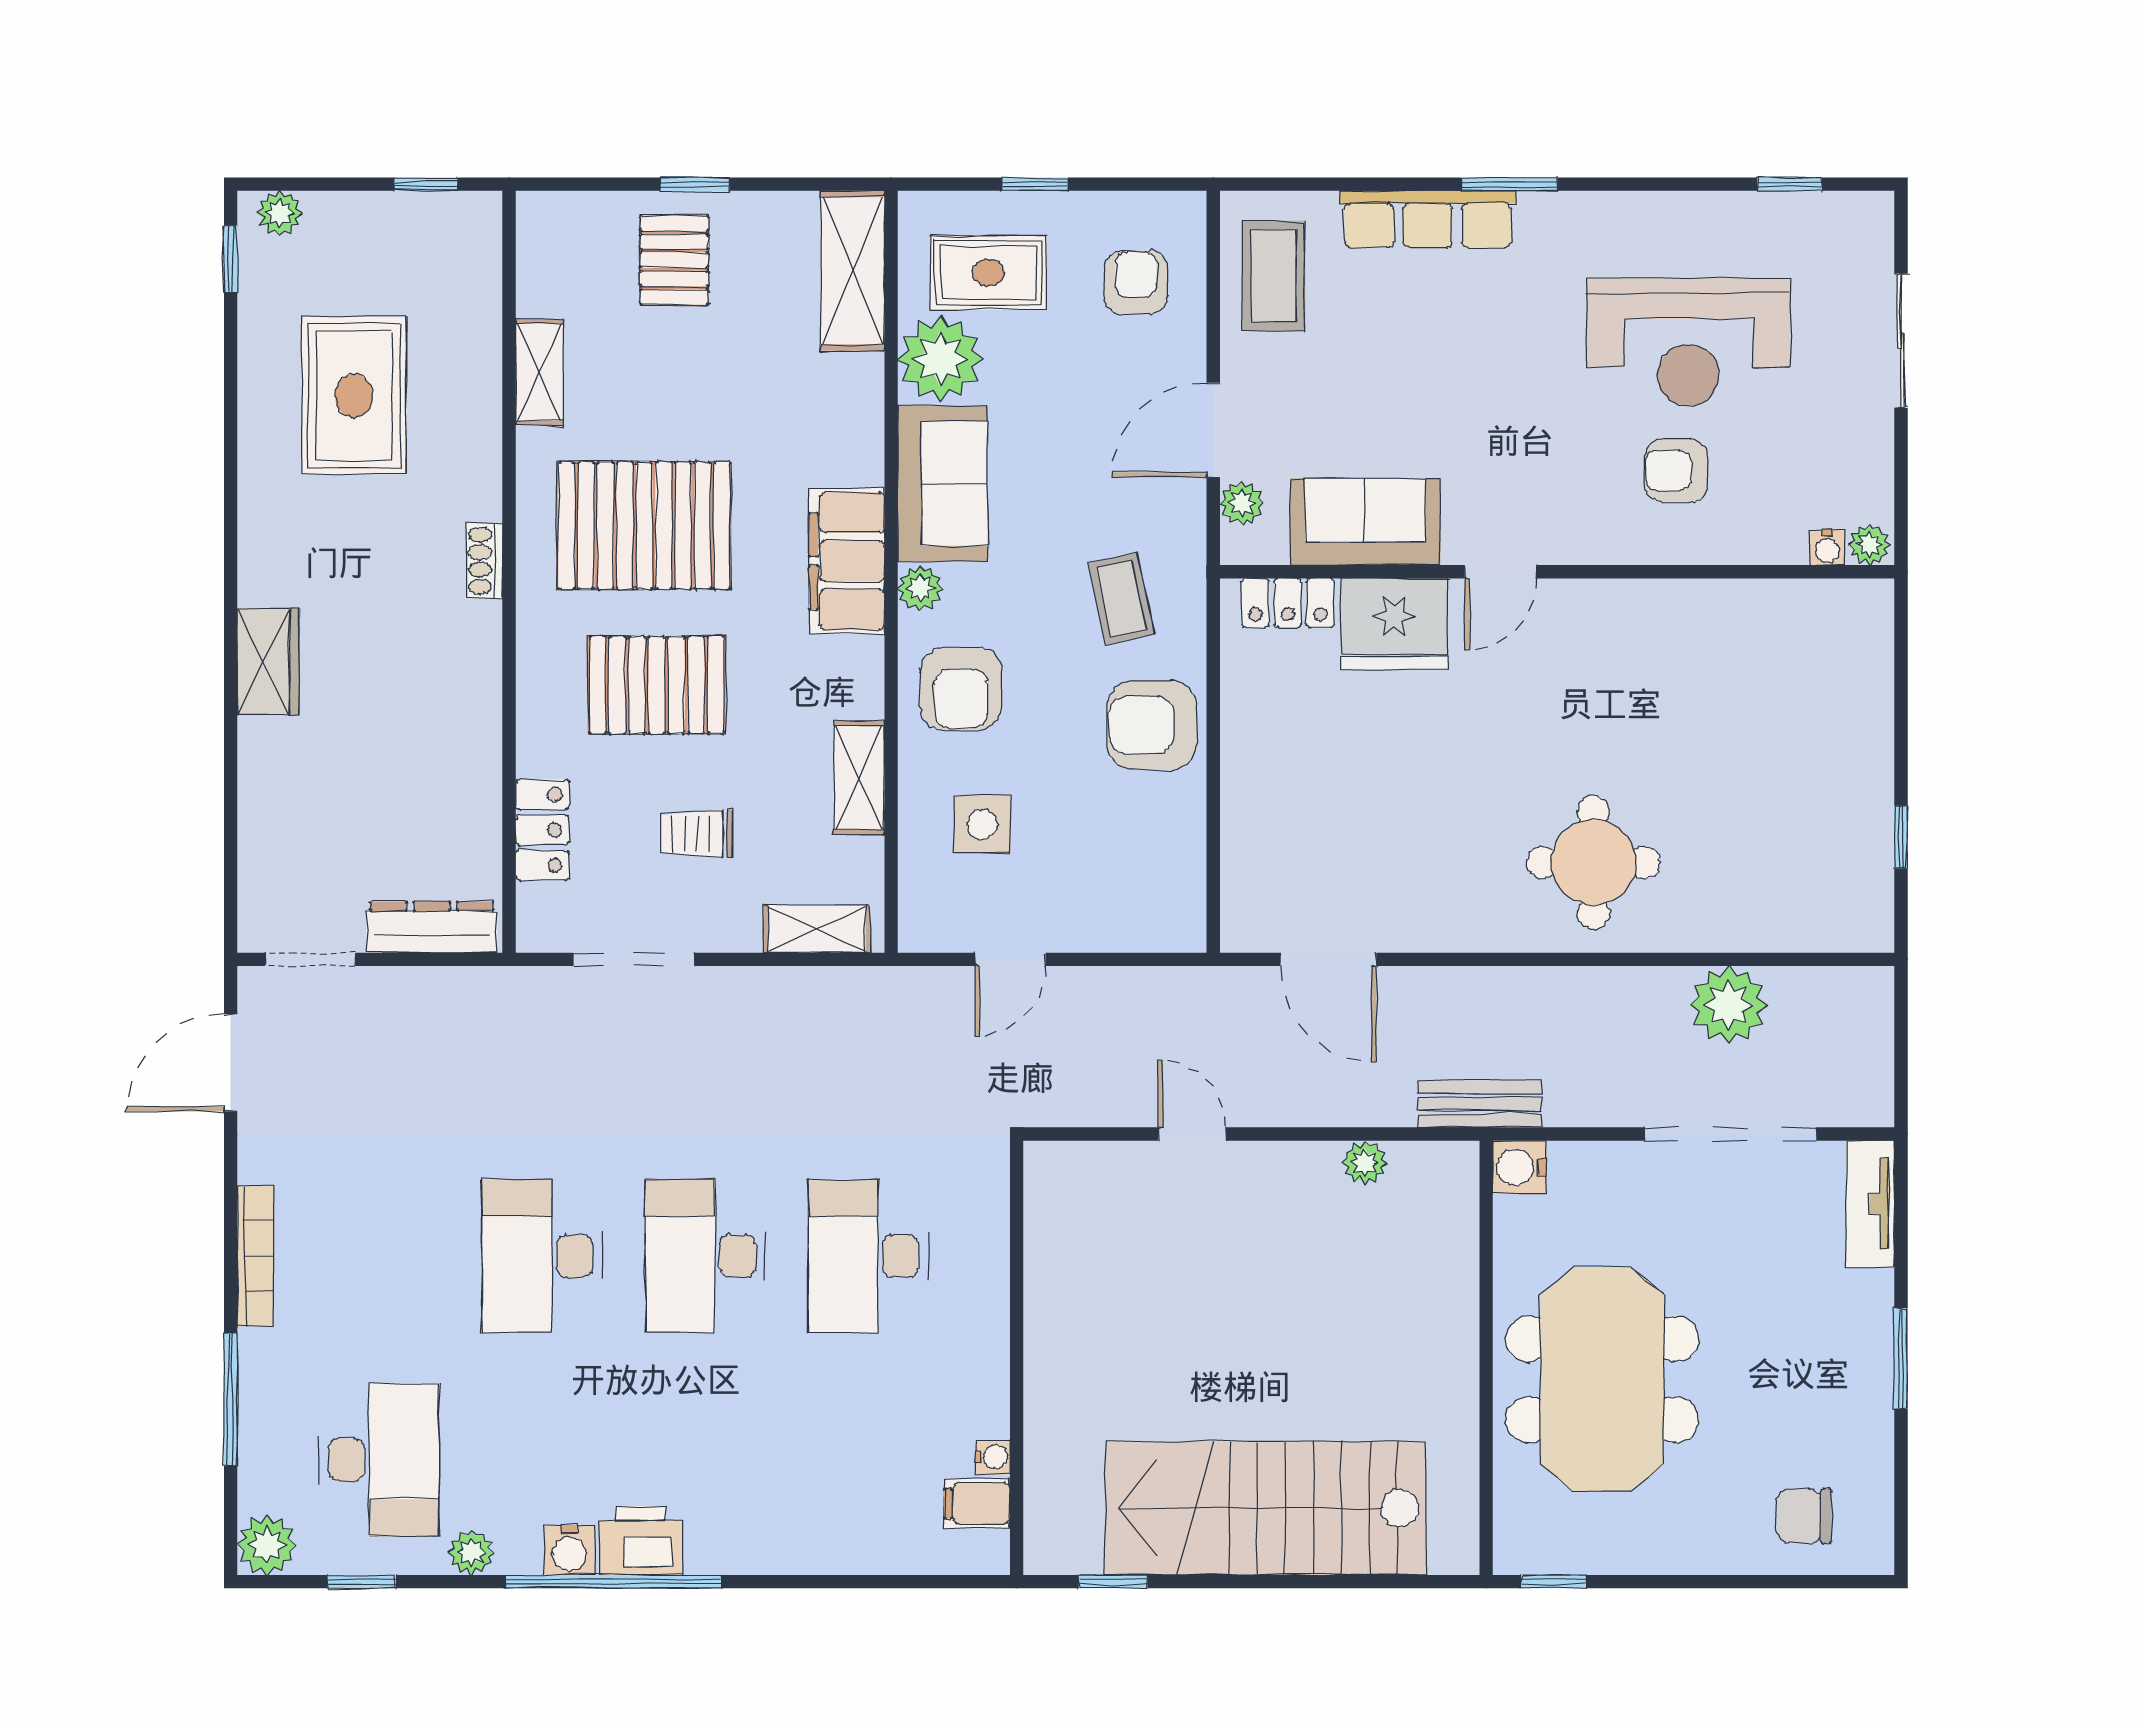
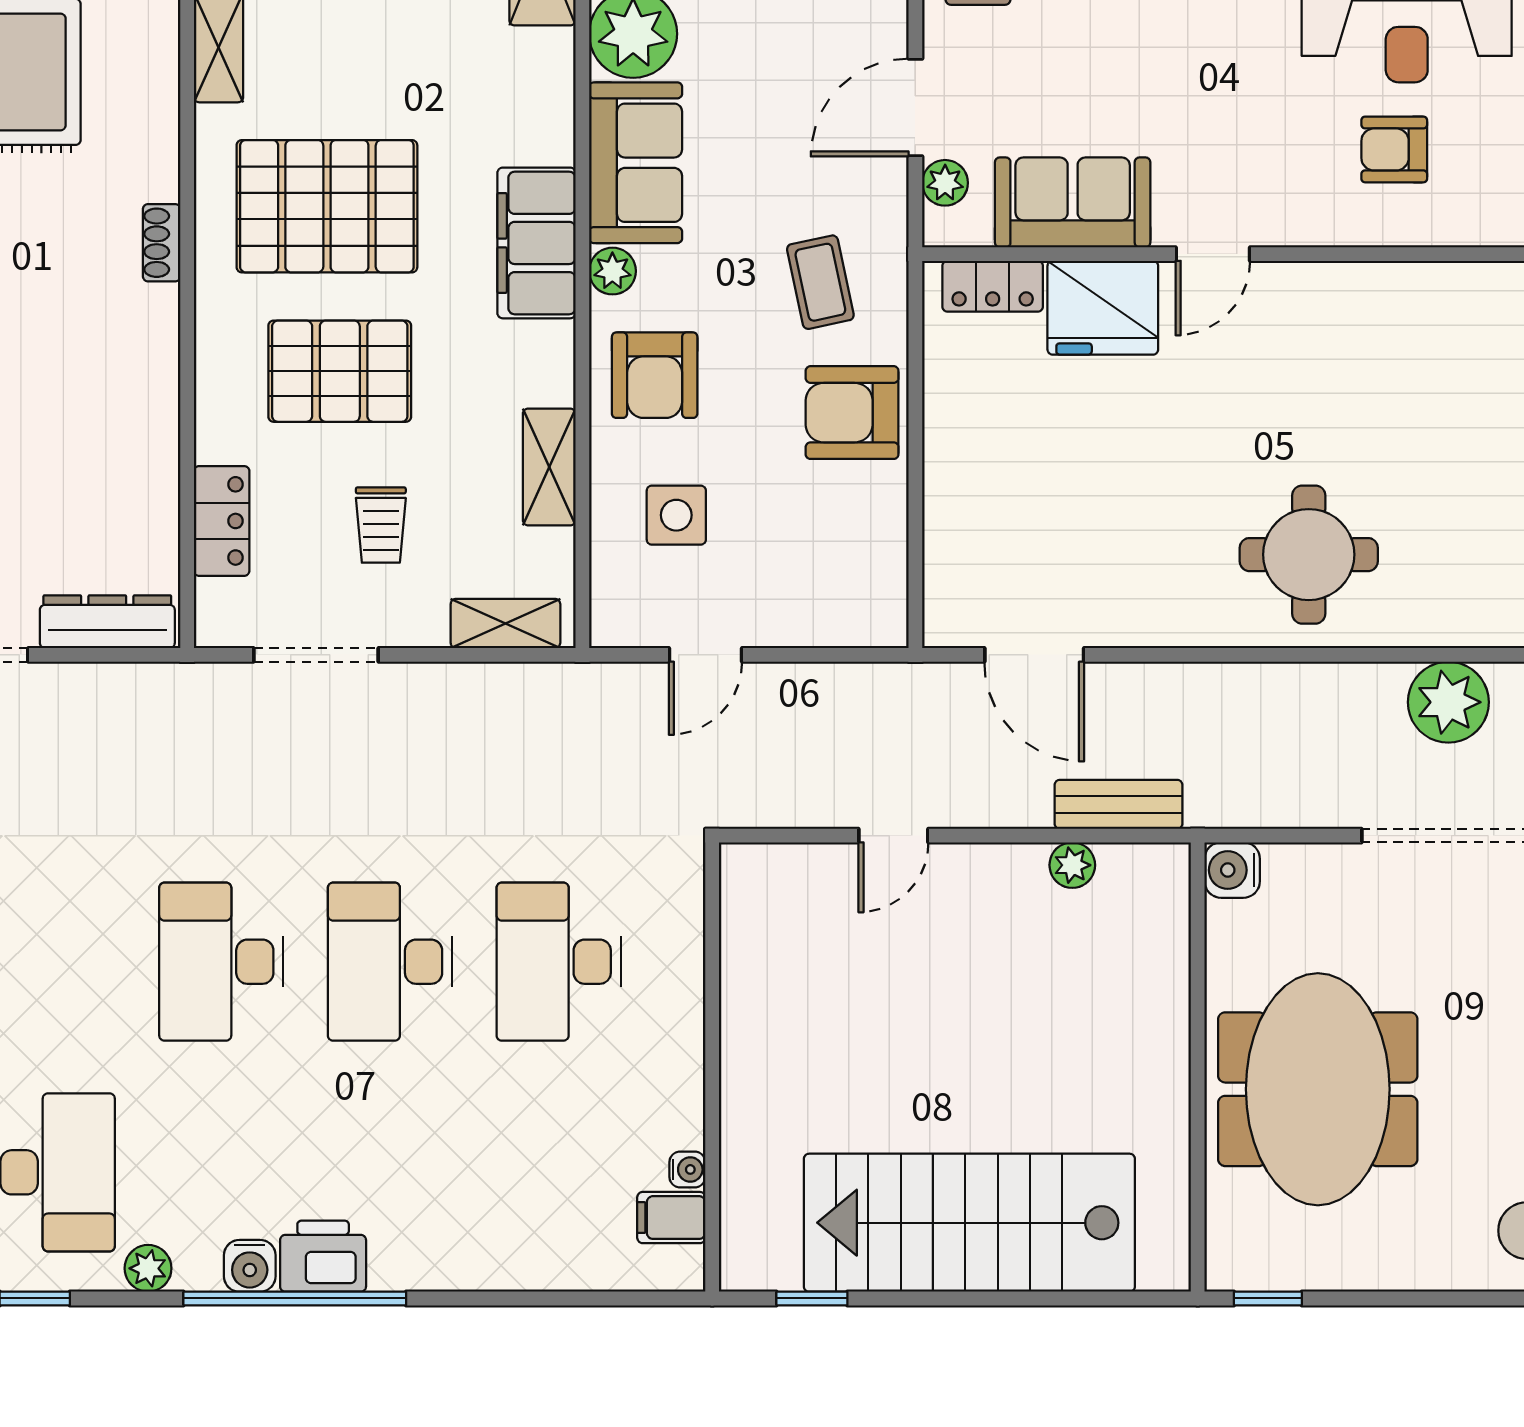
trolley: (696, 834) -> (381, 525), turned -90
bench: (1480, 1104) -> (1119, 804), moved
door: (1192, 1134) -> (893, 836), swing flipped

